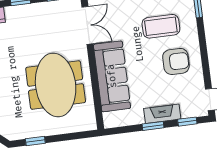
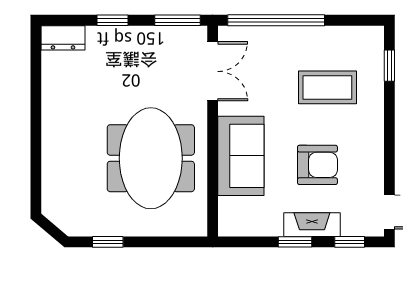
armchair: (176, 61) -> (317, 165), moved
sofa: (112, 76) -> (241, 156), width x0.73

